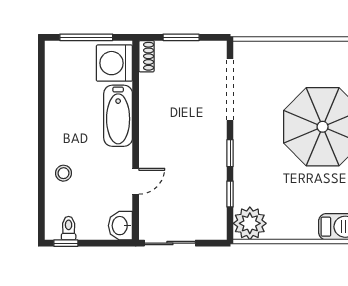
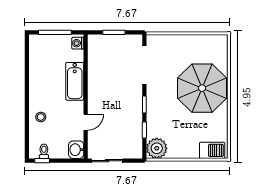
shoe rack: (147, 56) -> (92, 44), removed
washing machine: (114, 63) -> (78, 43), width x0.53, depth x0.53

